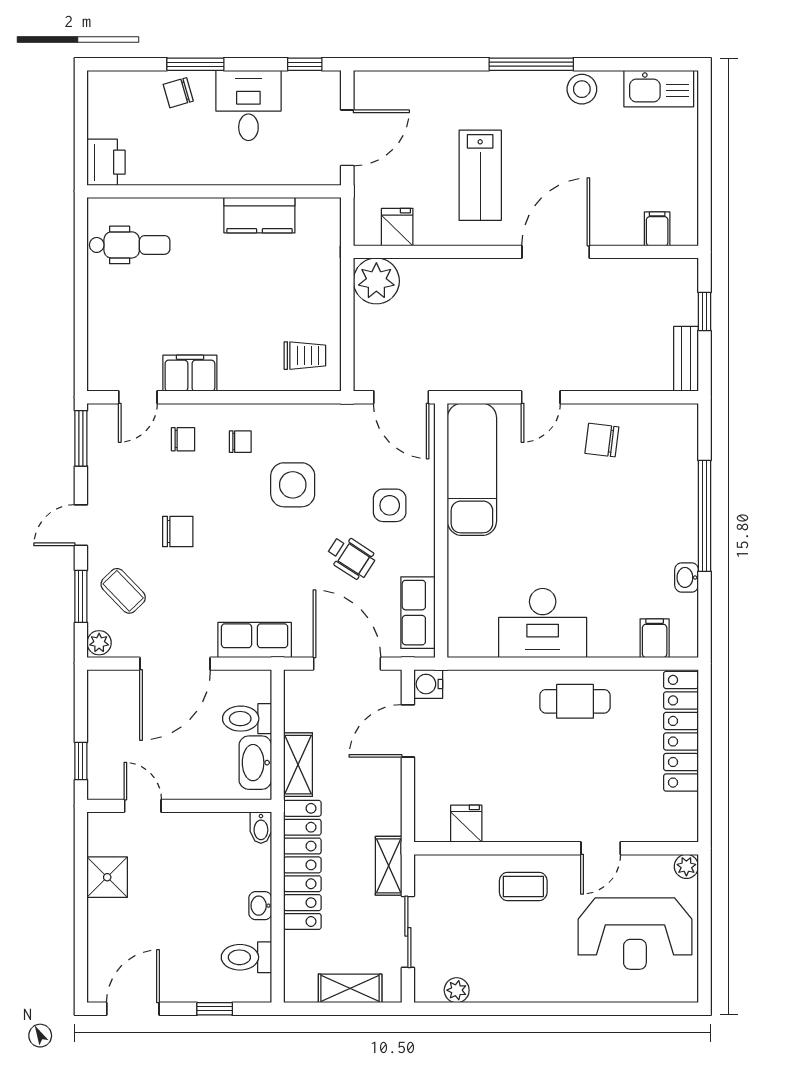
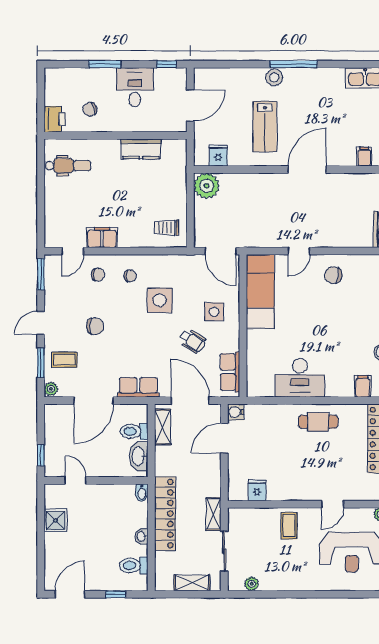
stool: (582, 89) -> (274, 77), moved
chair: (178, 93) -> (90, 109), moved
trolley: (305, 356) -> (166, 228), turned 180
coffee table: (123, 591) -> (64, 360), turned -46
shelving: (298, 765) -> (163, 427), moved
coffee table: (523, 886) -> (289, 526), turned 90

